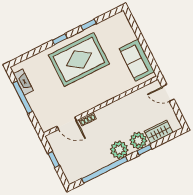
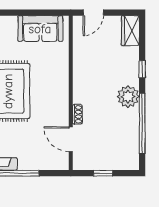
door: (67, 123) -> (71, 139), swing flipped
wardrobe: (159, 132) -> (130, 31), moved
plant: (138, 140) -> (129, 71), removed

